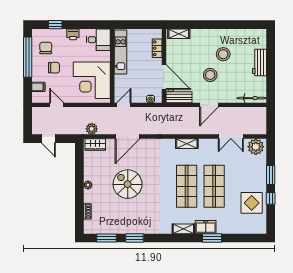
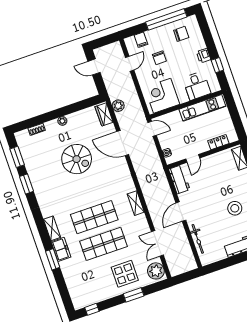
window: (55, 25) -> (217, 65), moved
desk: (98, 40) -> (197, 86), moved
chair: (54, 68) -> (159, 58), moved
stool: (210, 75) -> (210, 203), removed
door: (164, 77) -> (193, 158), width x0.53
corner desk: (92, 80) -> (162, 96), width x0.74, depth x0.74
bicycle: (252, 98) -> (198, 239), moved
door: (209, 105) -> (181, 212), hinge flipped
door: (48, 139) -> (94, 67), hinge flipped
spiral stairs: (128, 184) -> (77, 159), turned 90
window: (271, 198) -> (92, 309), moved
display table: (252, 203) -> (125, 274), moved

